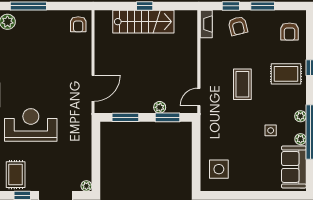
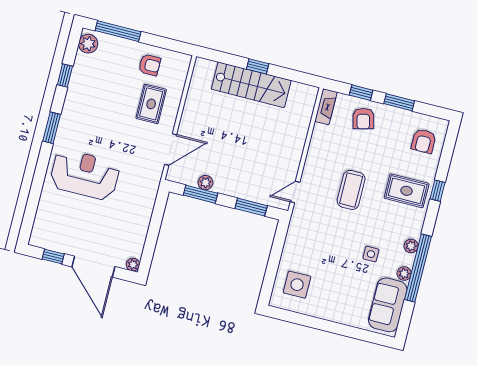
armchair: (78, 24) -> (150, 65), moved, turned -90
plant: (160, 107) -> (205, 183), moved
rug: (16, 175) -> (151, 104), moved

